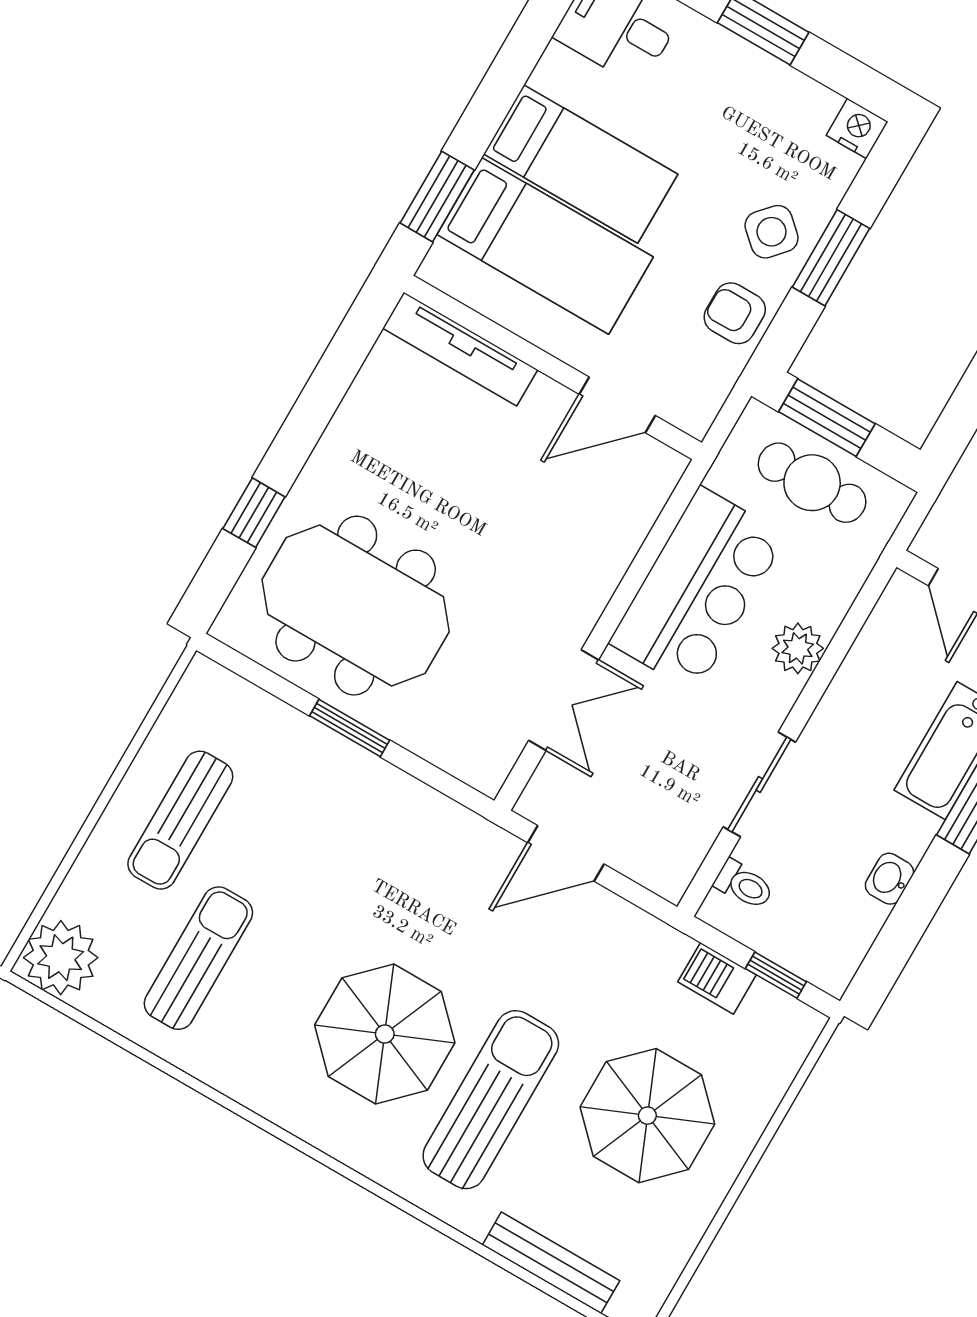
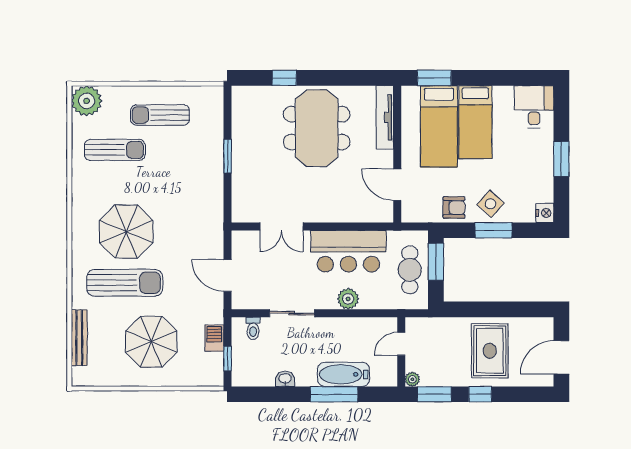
armchair: (735, 313) -> (454, 208), turned 90
meeting table: (356, 606) -> (317, 128), moved
door: (566, 853) -> (228, 276), moved

